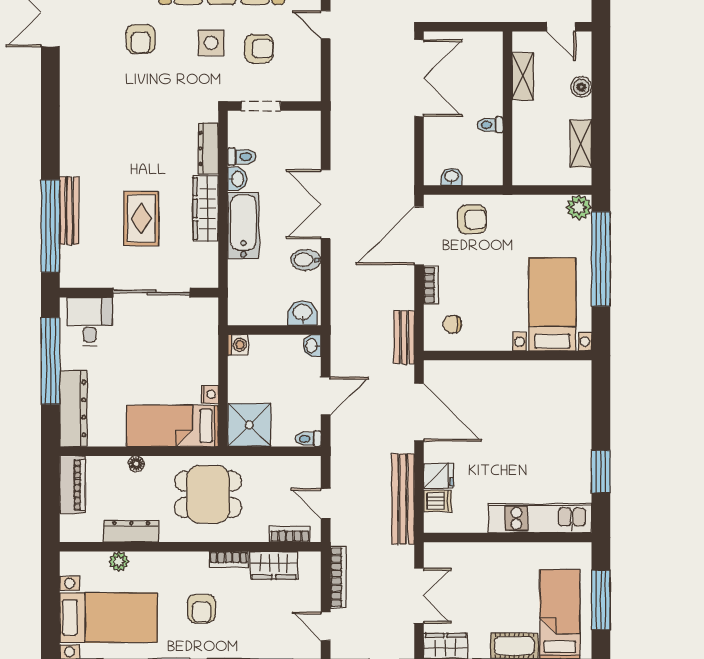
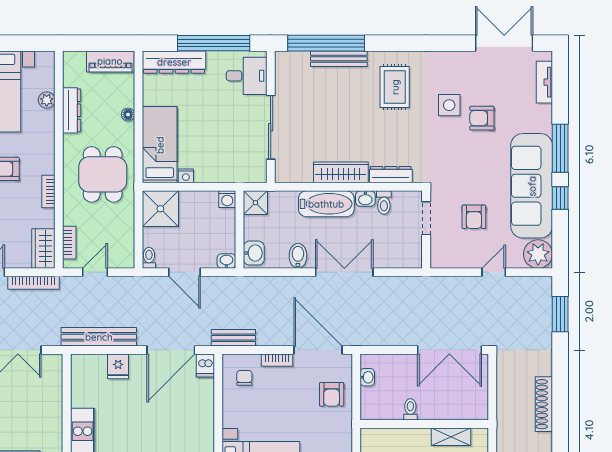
side table: (211, 43) -> (449, 105), moved
rug: (141, 219) -> (395, 87), moved, turned 90
shower: (242, 311) -> (255, 203), added
dishwasher: (438, 501) -> (205, 366), moved
wardrobe: (274, 565) -> (43, 249), moved

